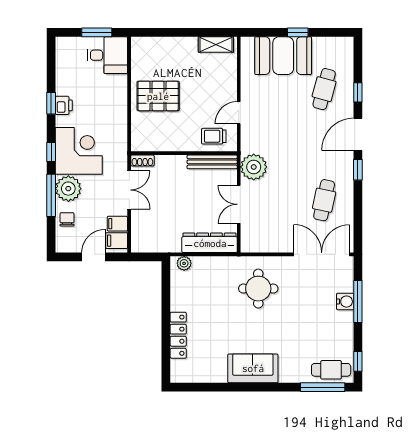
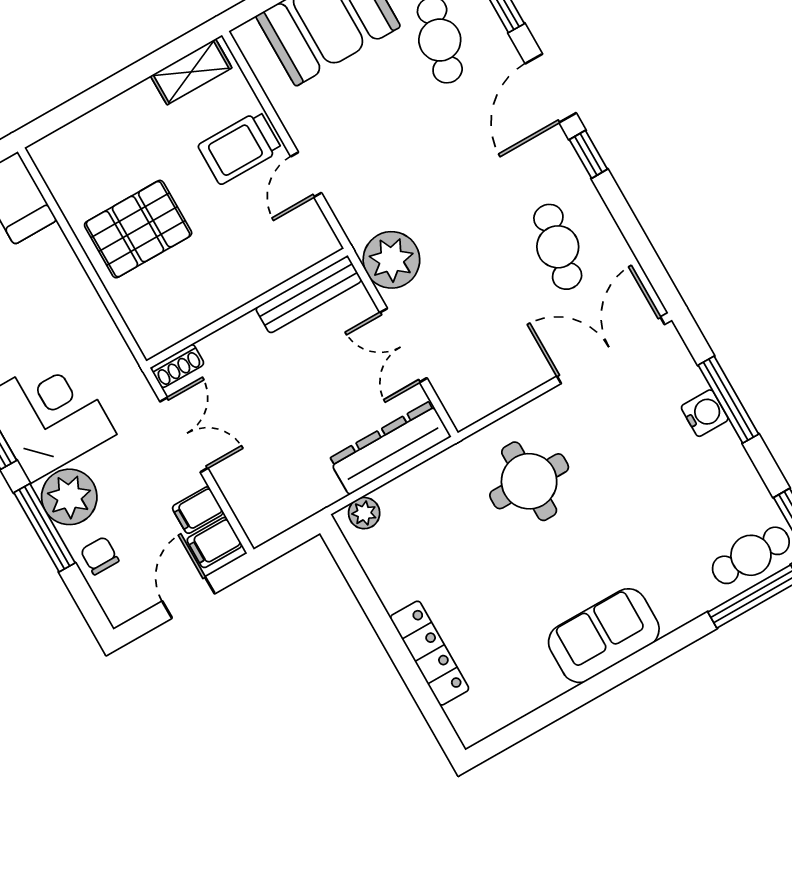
trolley: (214, 136) -> (240, 148), moved, width x1.36, depth x1.39

